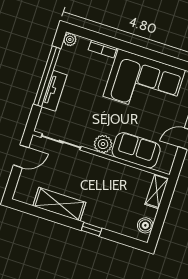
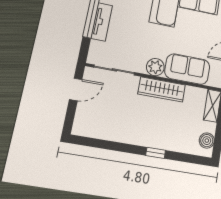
wardrobe: (106, 168) -> (162, 89), added
shelving: (59, 204) -> (120, 132), removed

